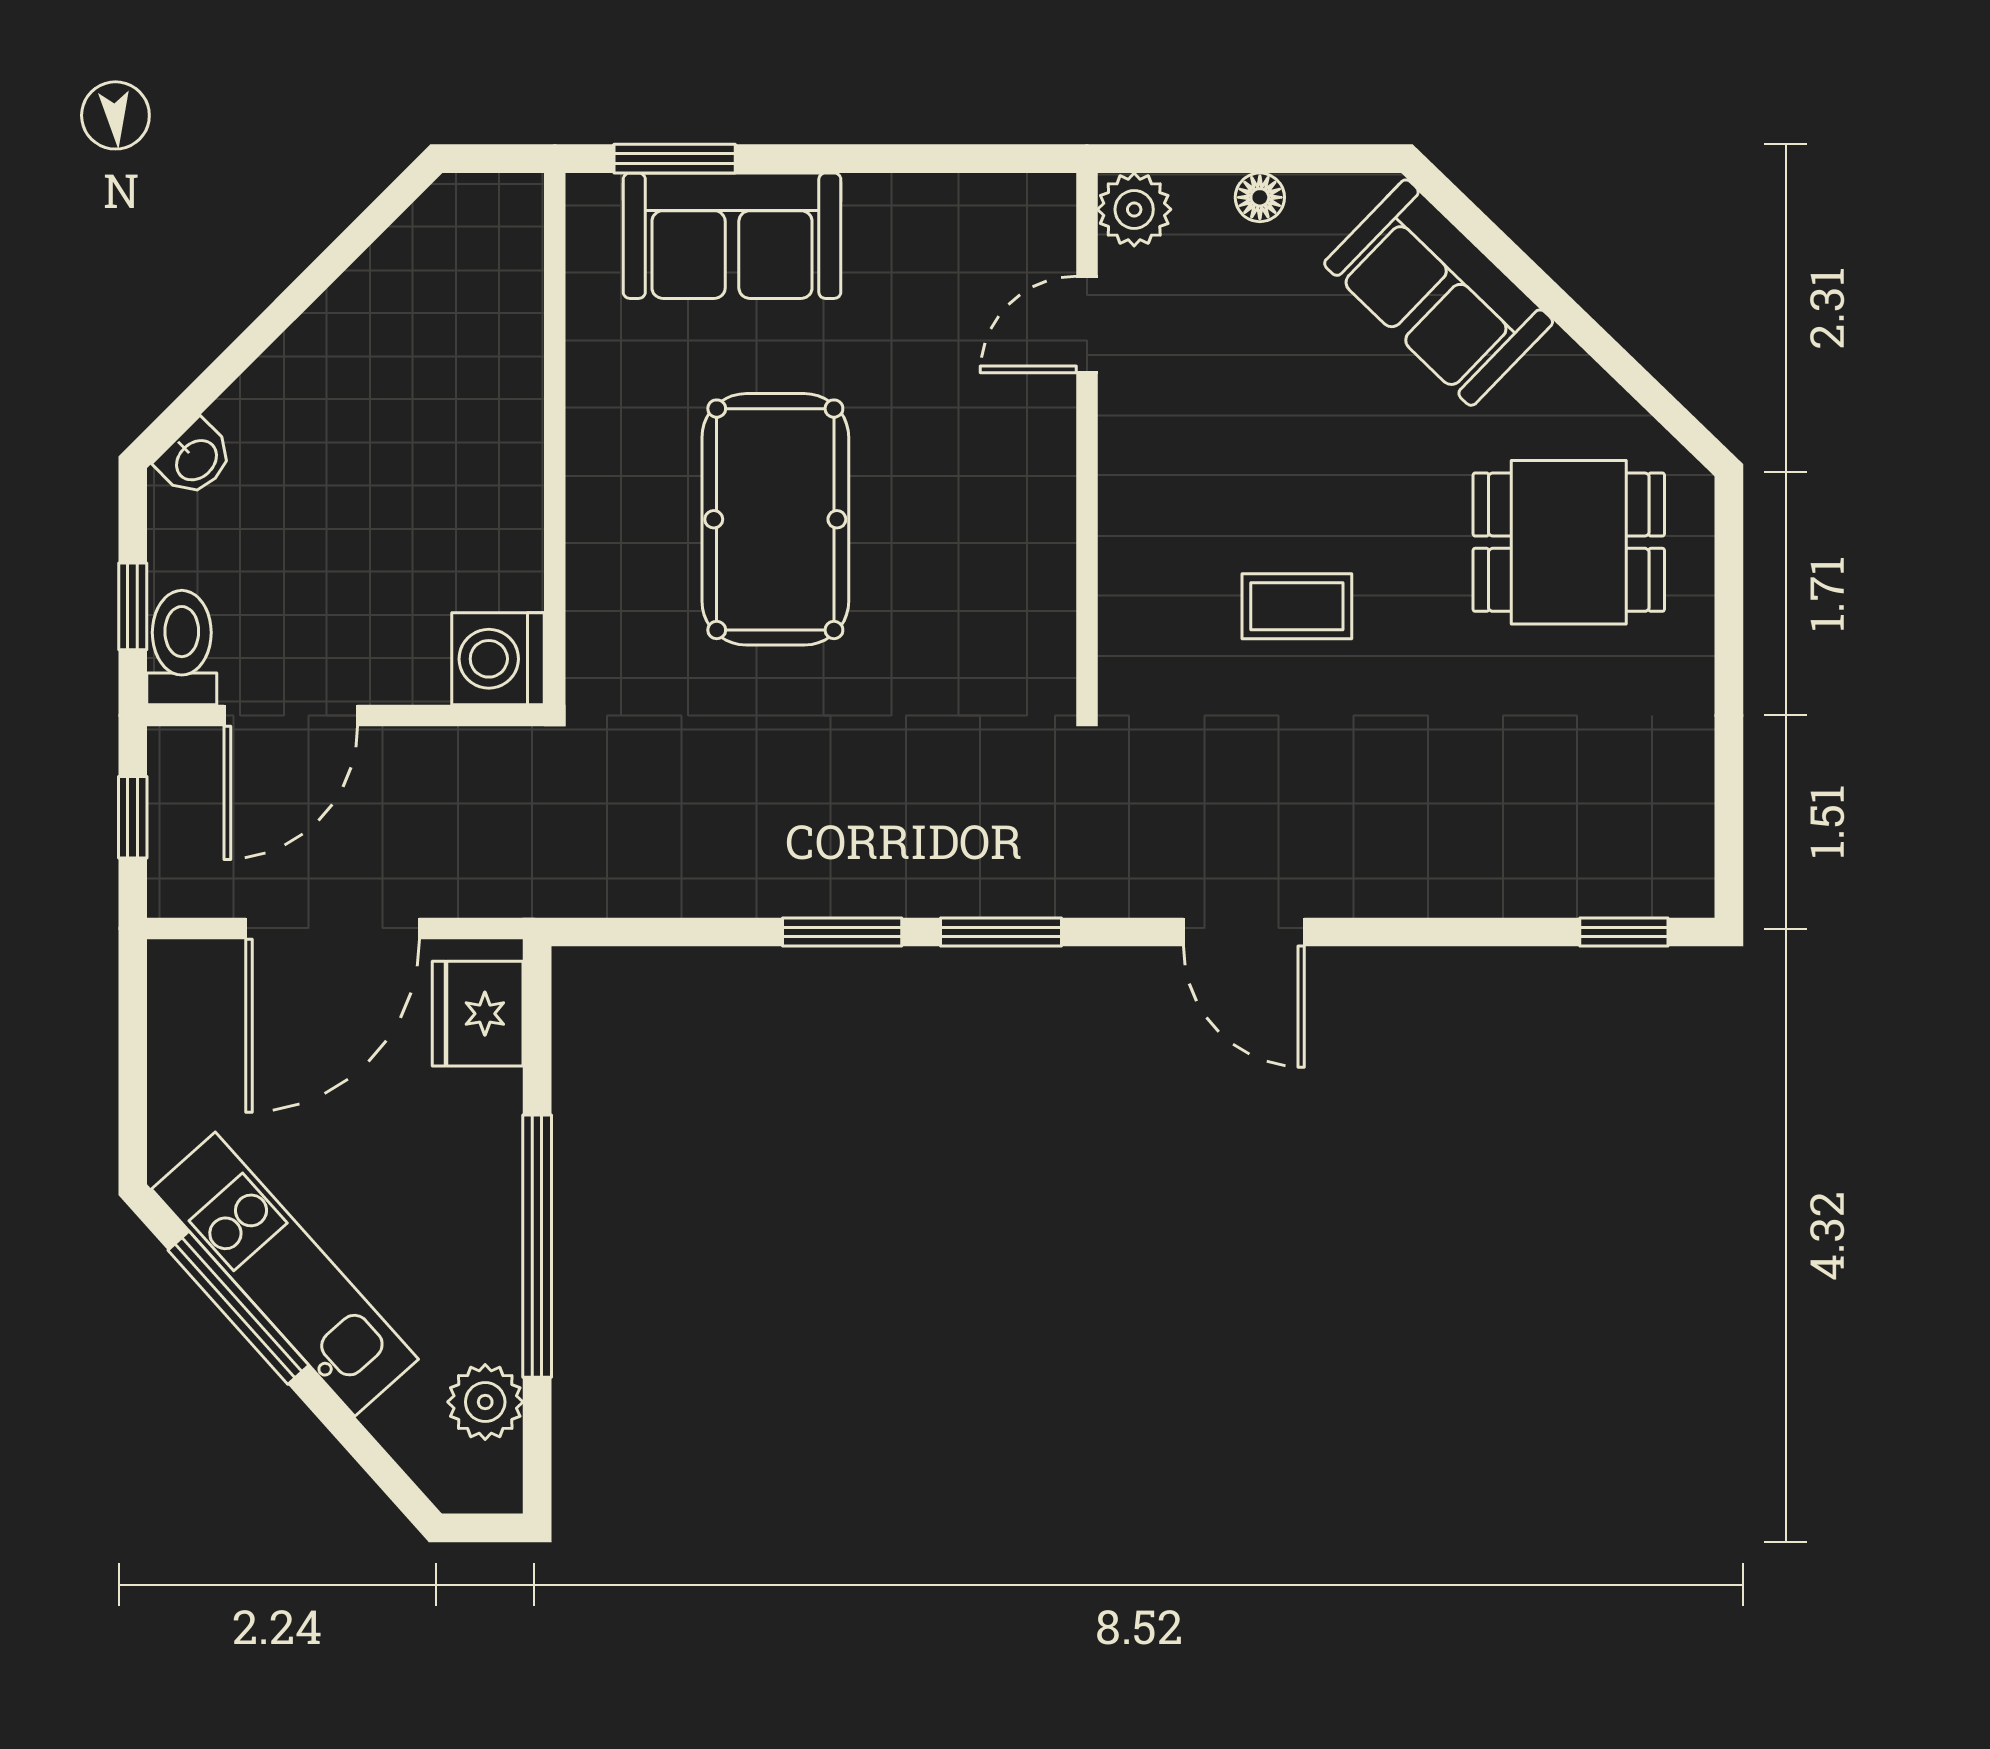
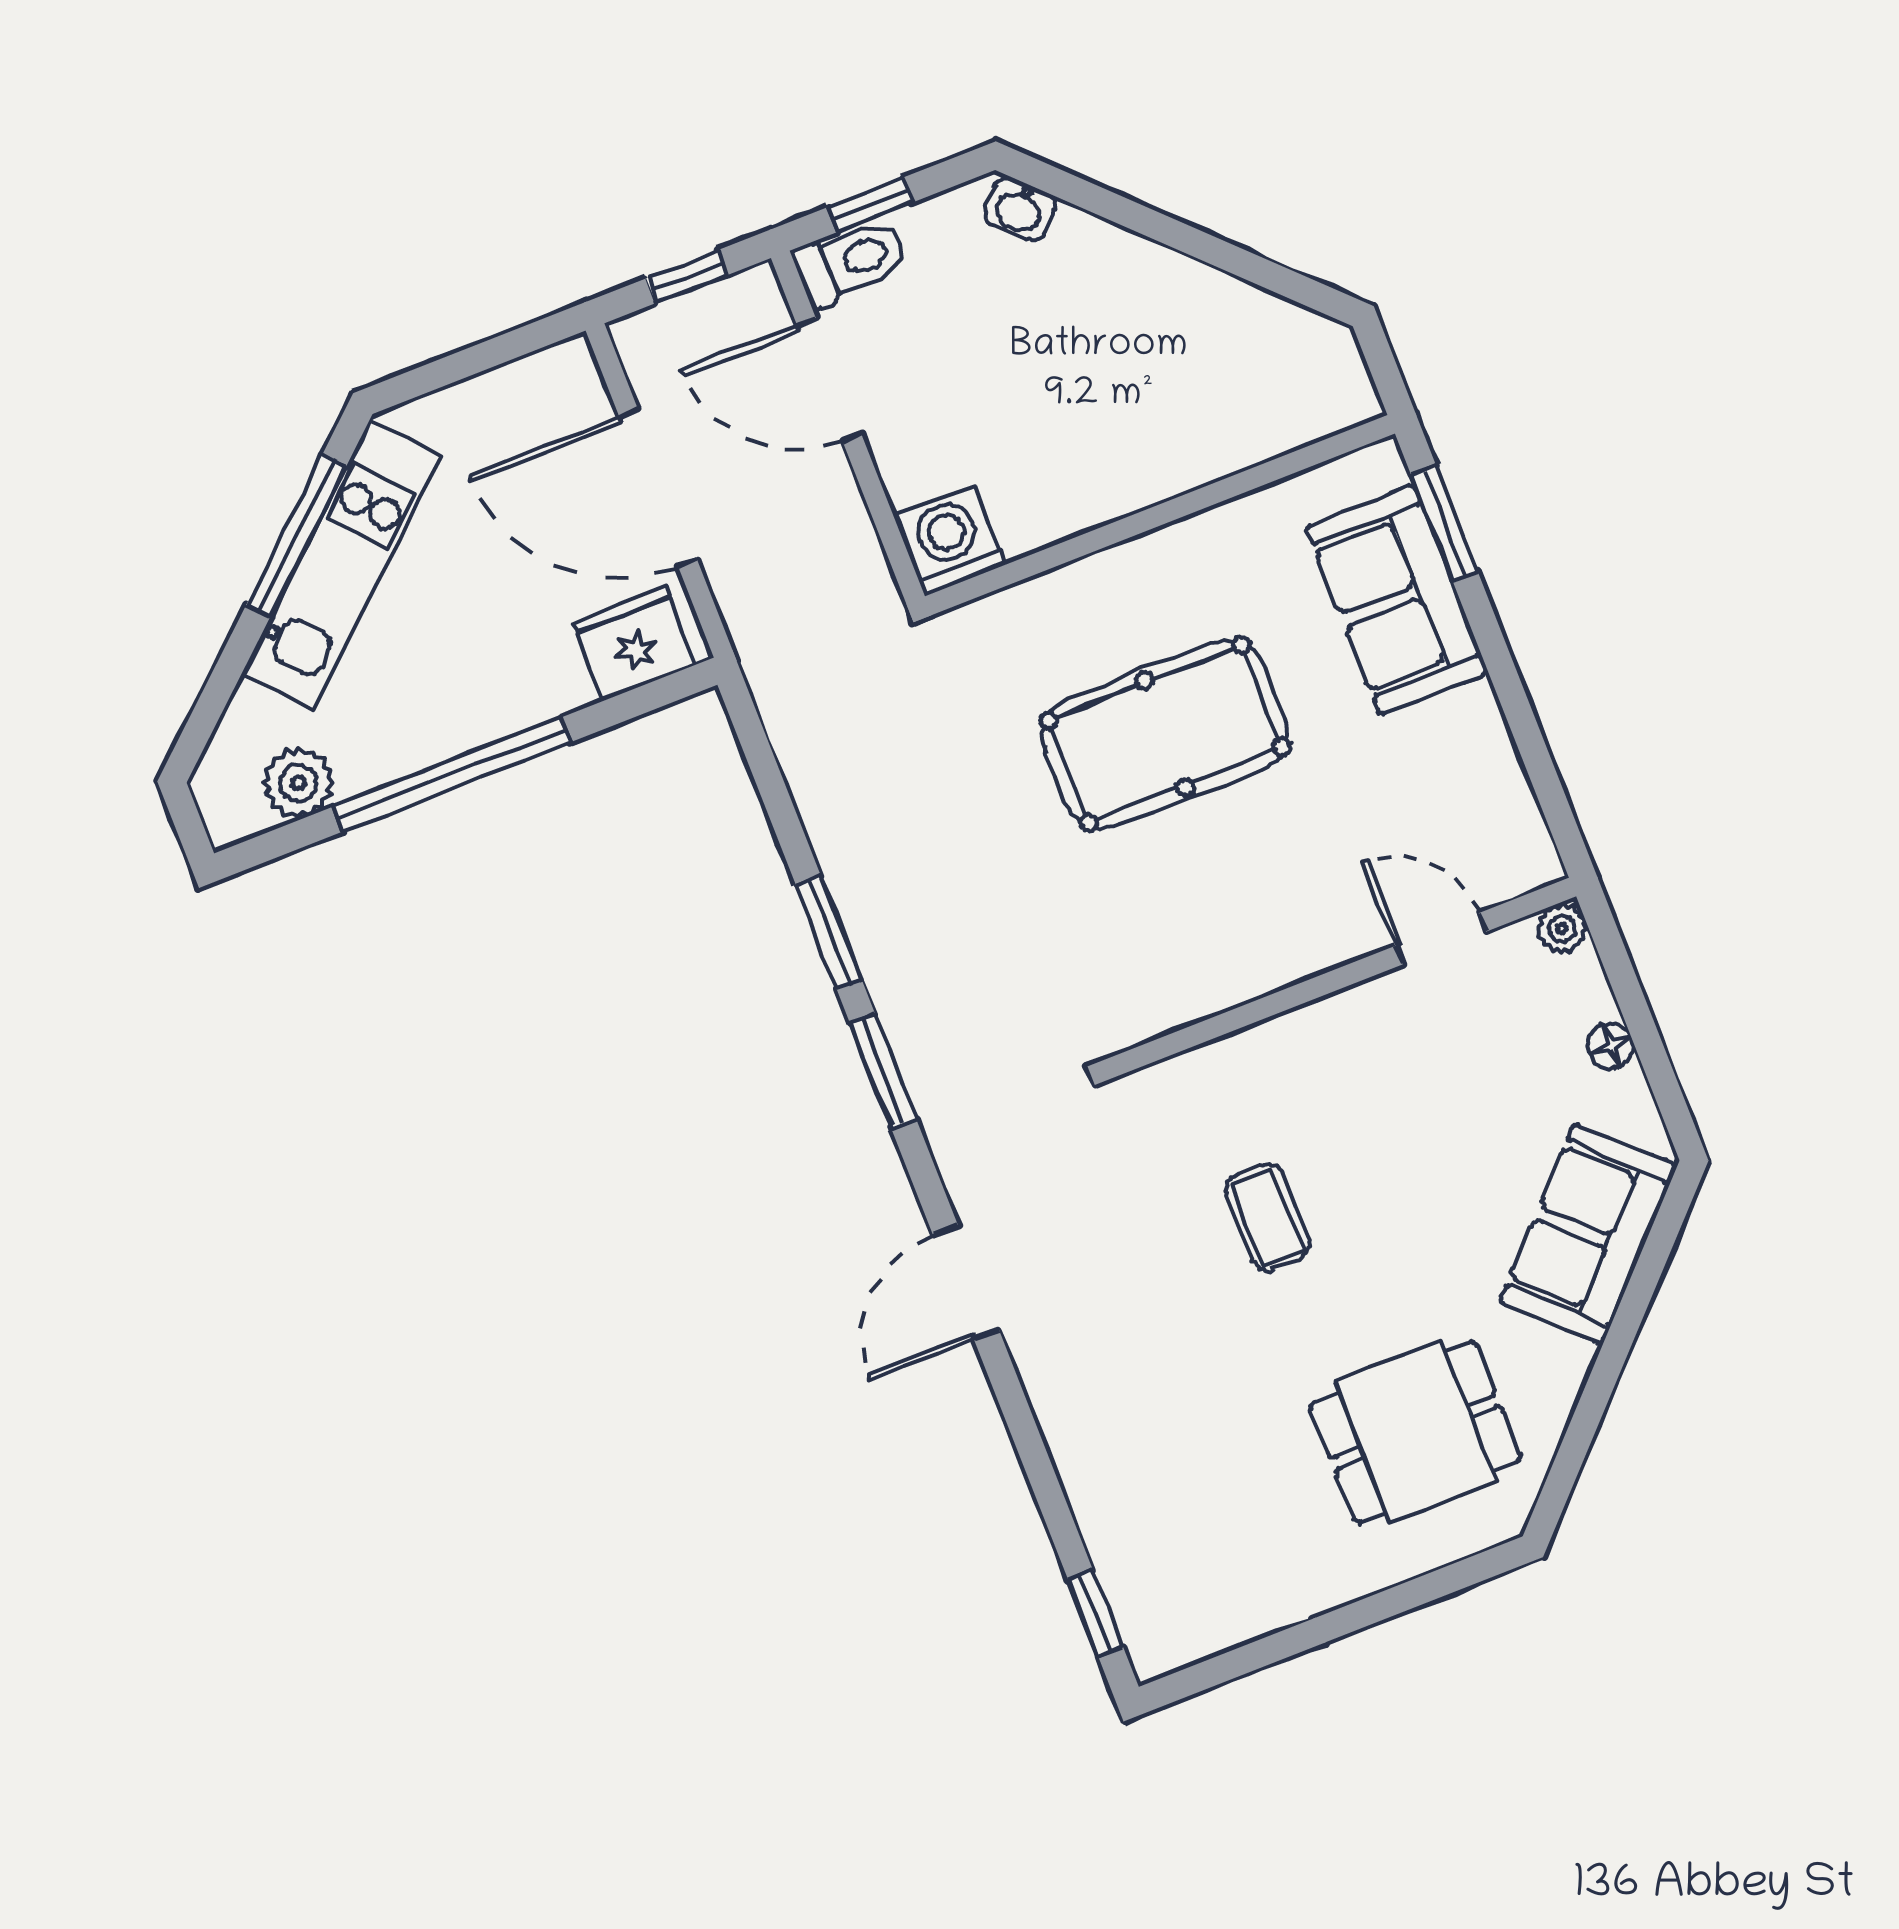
plant: (1134, 209) -> (1562, 928), width x0.73, depth x0.73
dining table: (1569, 542) -> (1416, 1432), turned 90

